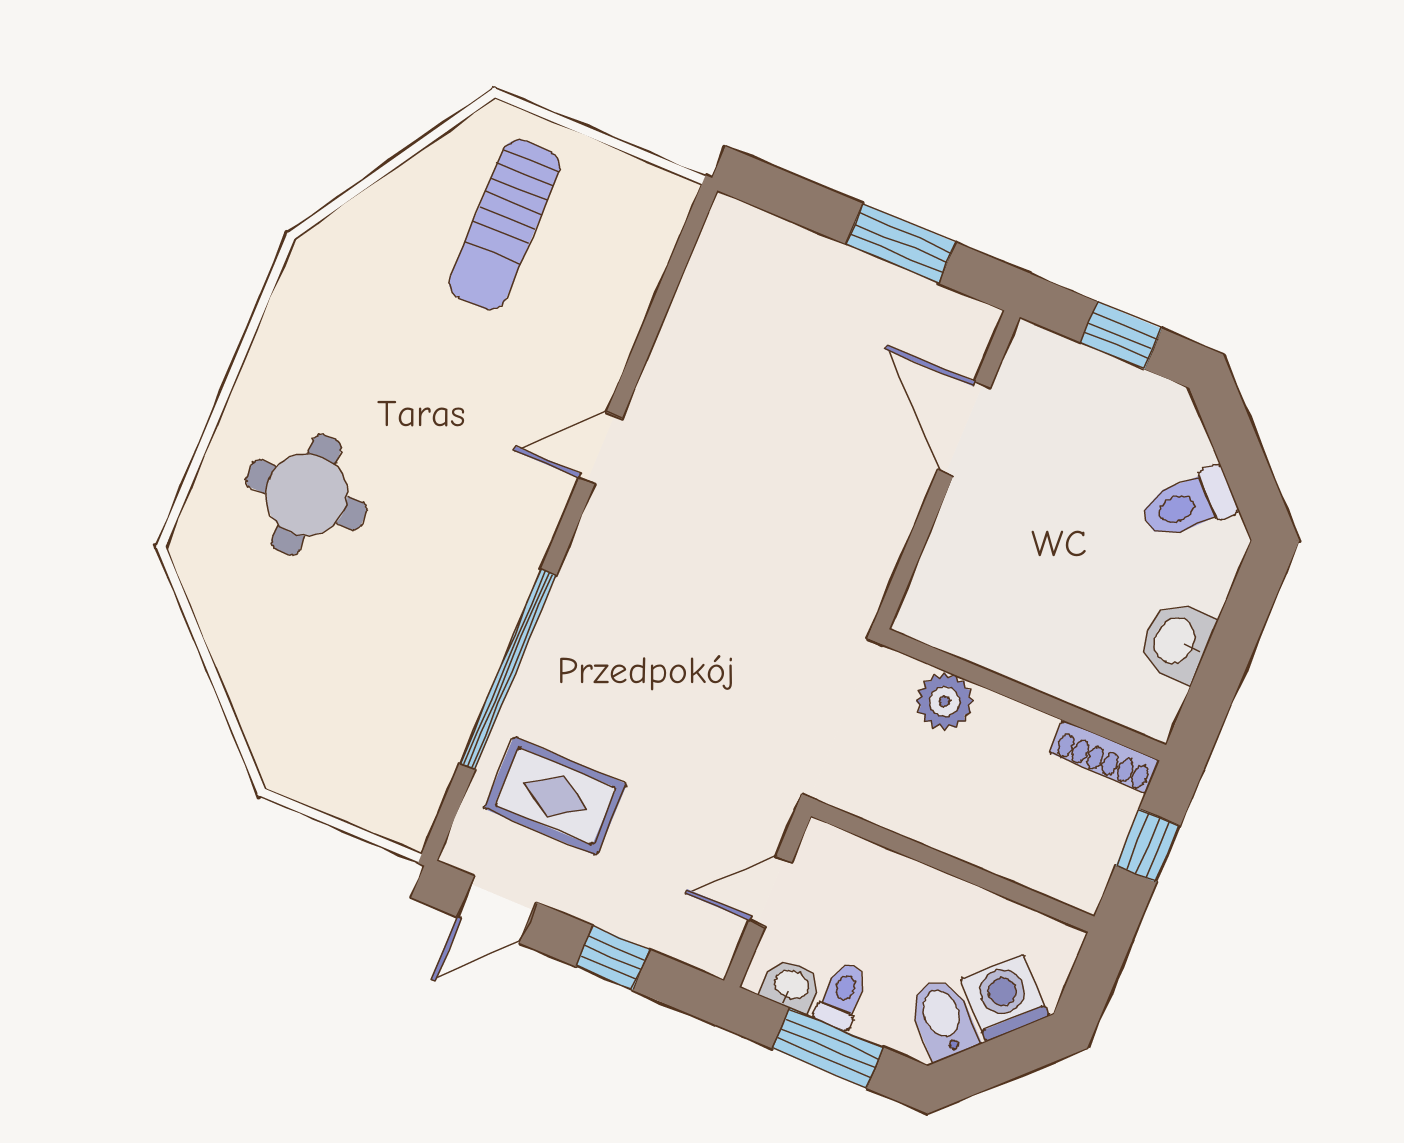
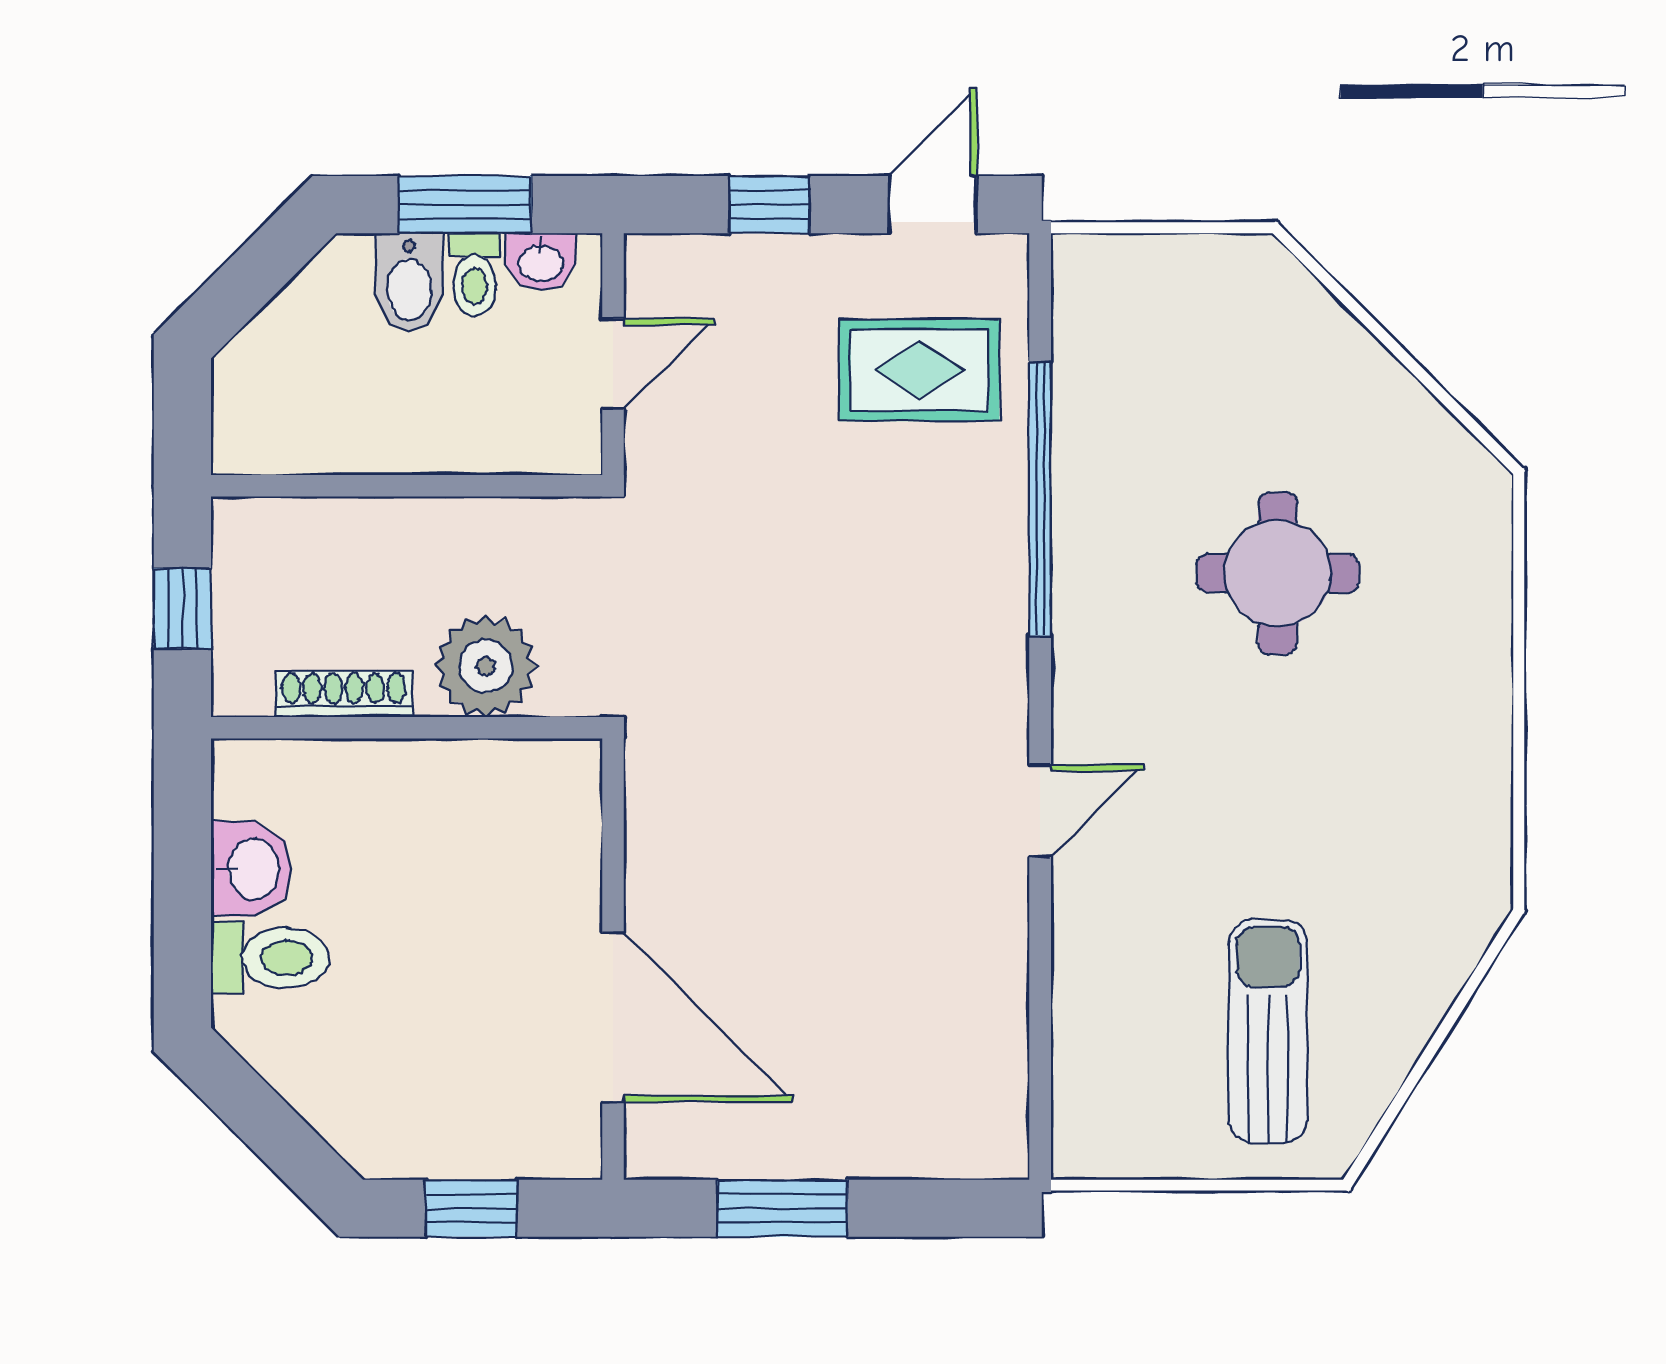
door: (964, 429) -> (613, 1017), width x1.36
round table: (306, 495) -> (1278, 573), moved
toilet: (1188, 504) -> (270, 958), moved, turned 45
plant: (945, 701) -> (486, 666), width x1.36, depth x1.36
shoe rack: (1104, 757) -> (344, 694), moved
washing machine: (1005, 998) -> (278, 354), removed
bidet: (943, 1019) -> (409, 283), moved, turned 45

